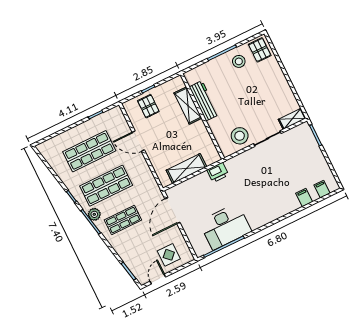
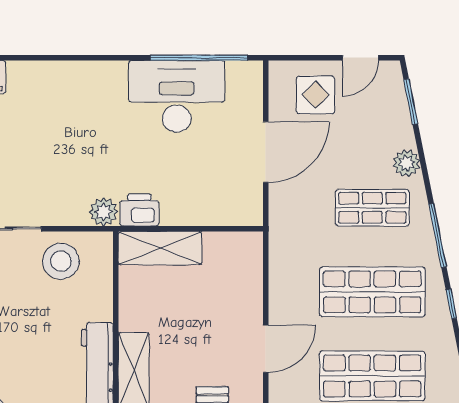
door: (138, 141) -> (266, 349), hinge flipped
plant: (232, 165) -> (104, 212), added
shelving: (186, 168) -> (160, 248), moved
door: (172, 211) -> (266, 152), moved
plant: (94, 214) -> (407, 163), moved

